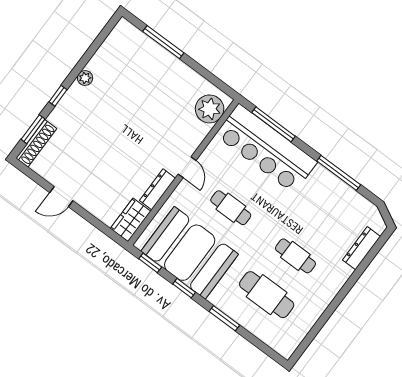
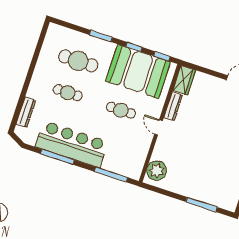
bar counter: (266, 148) -> (72, 144), moved

